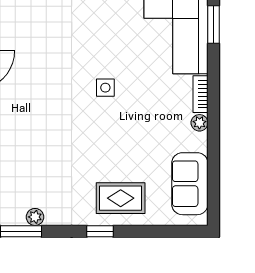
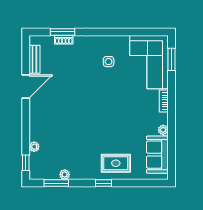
side table: (105, 88) -> (109, 62), moved
plant: (199, 123) -> (163, 130), moved

